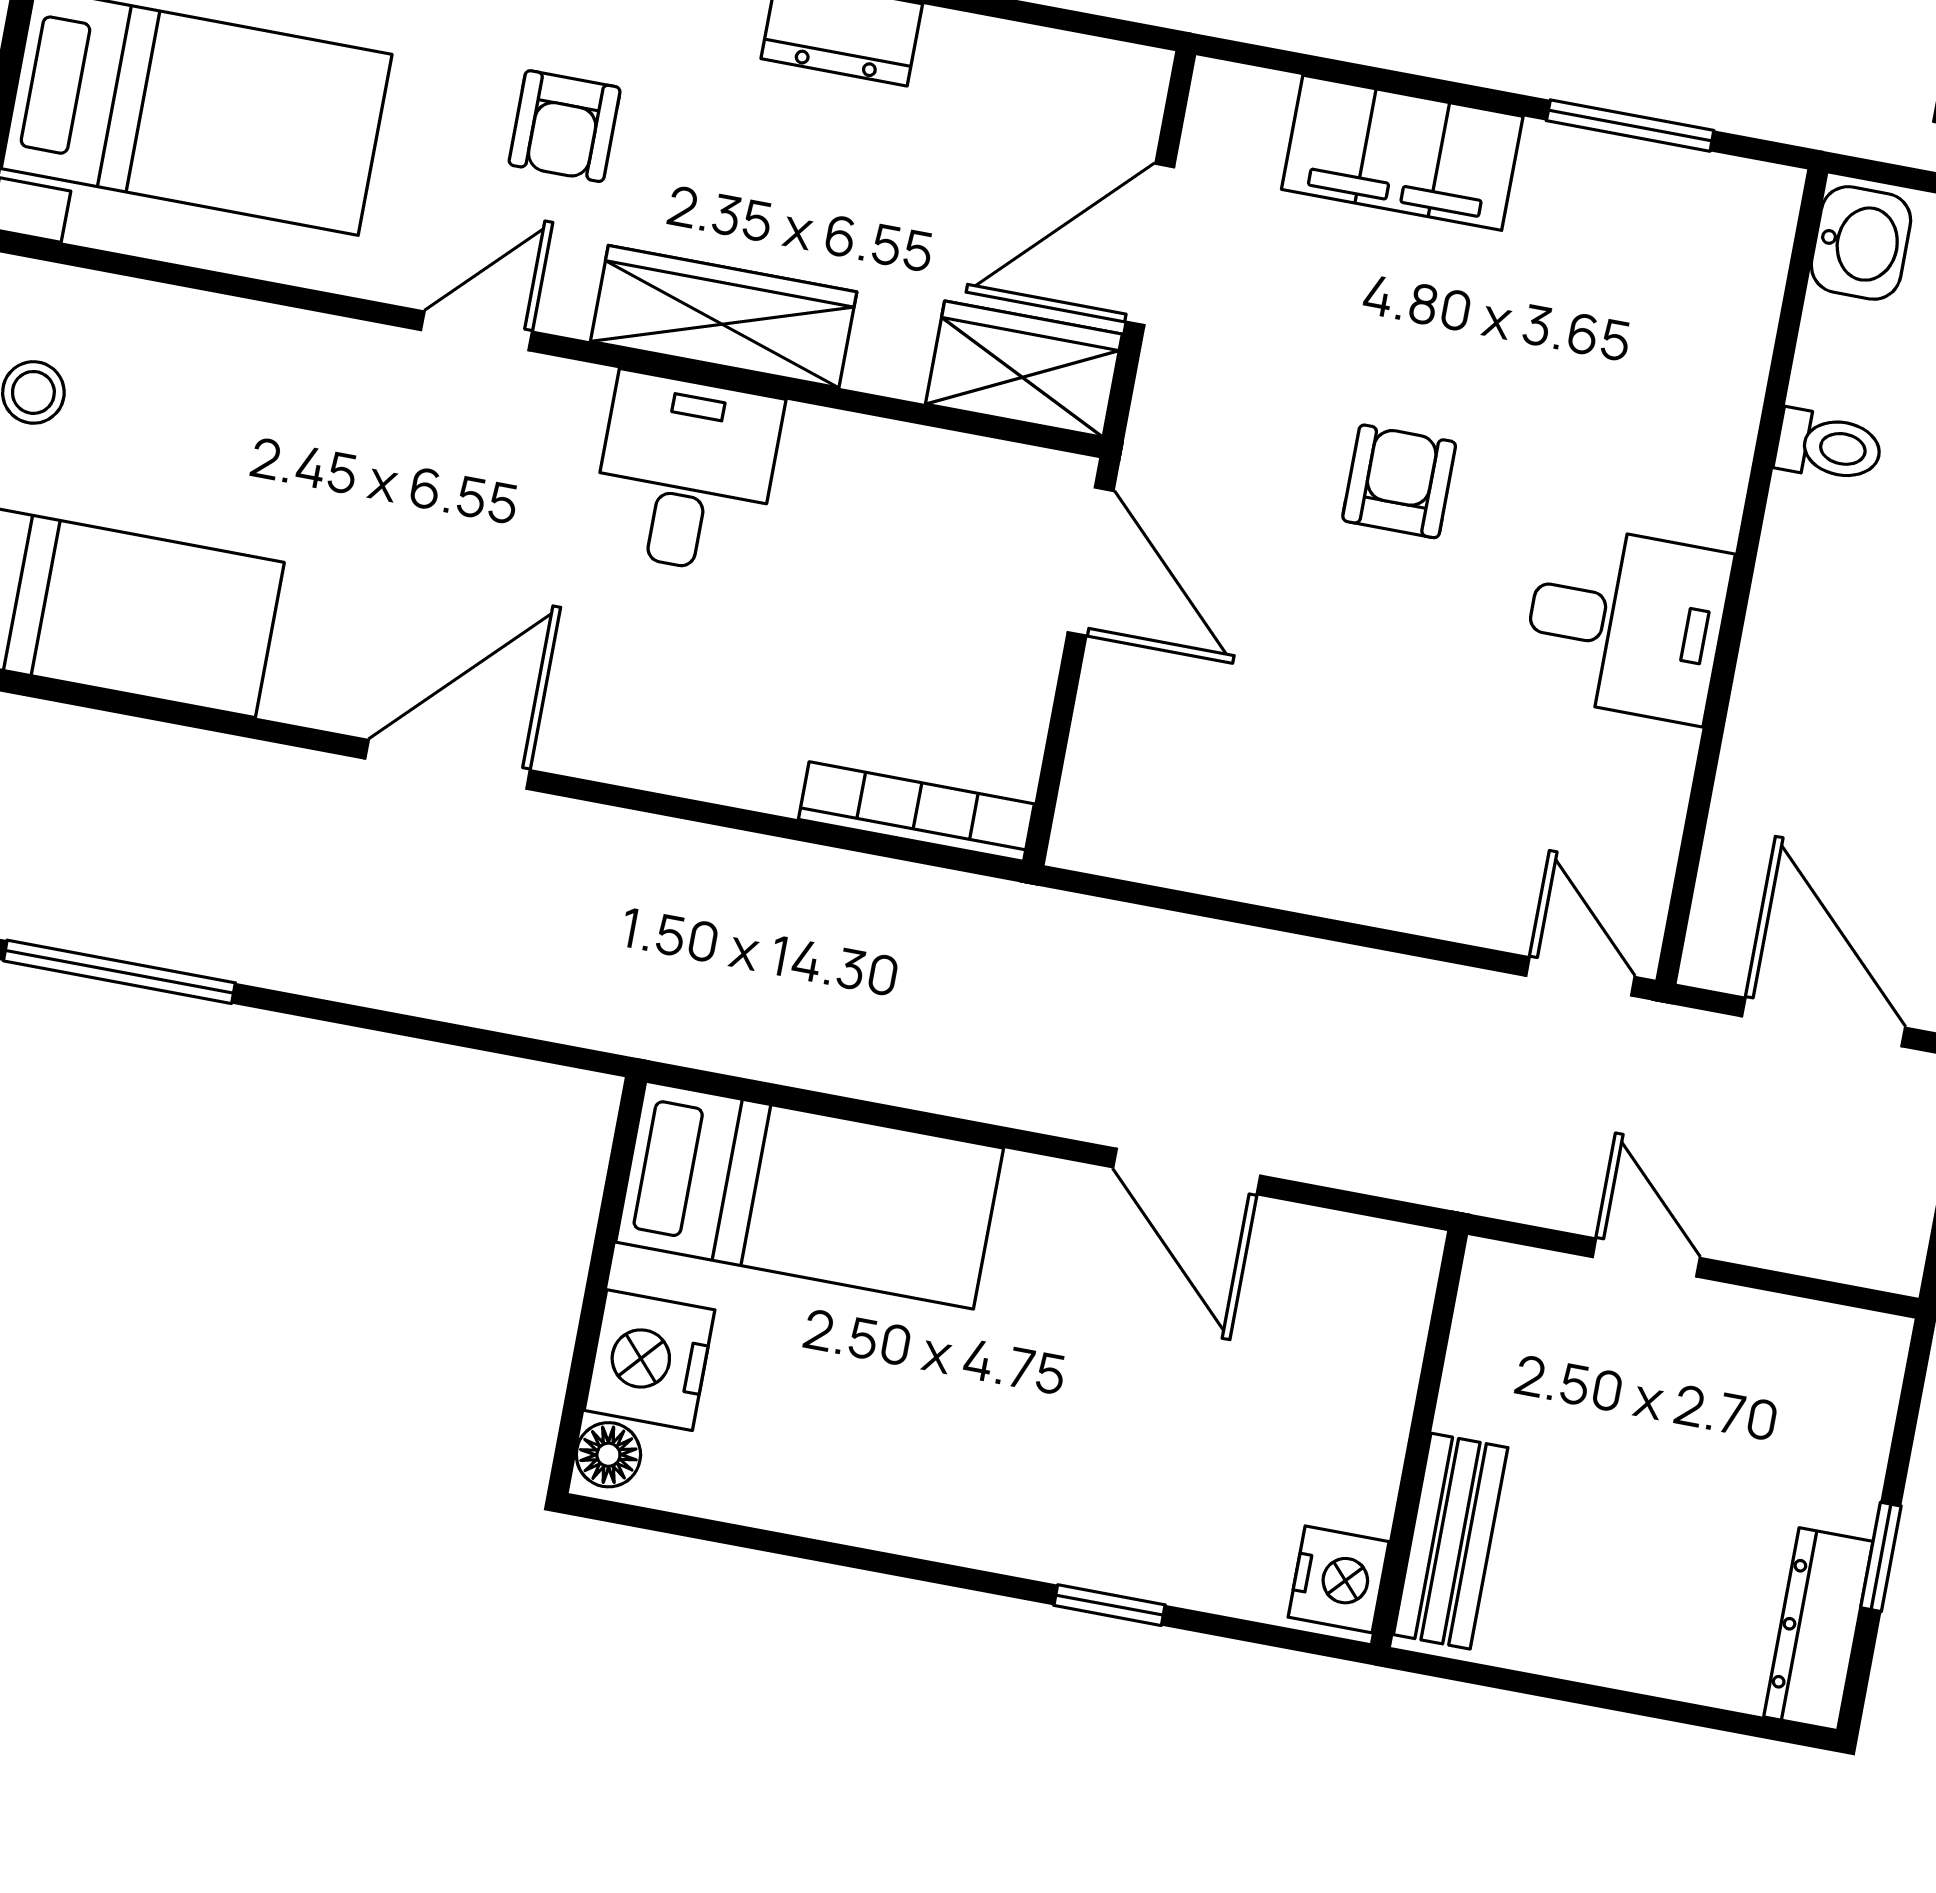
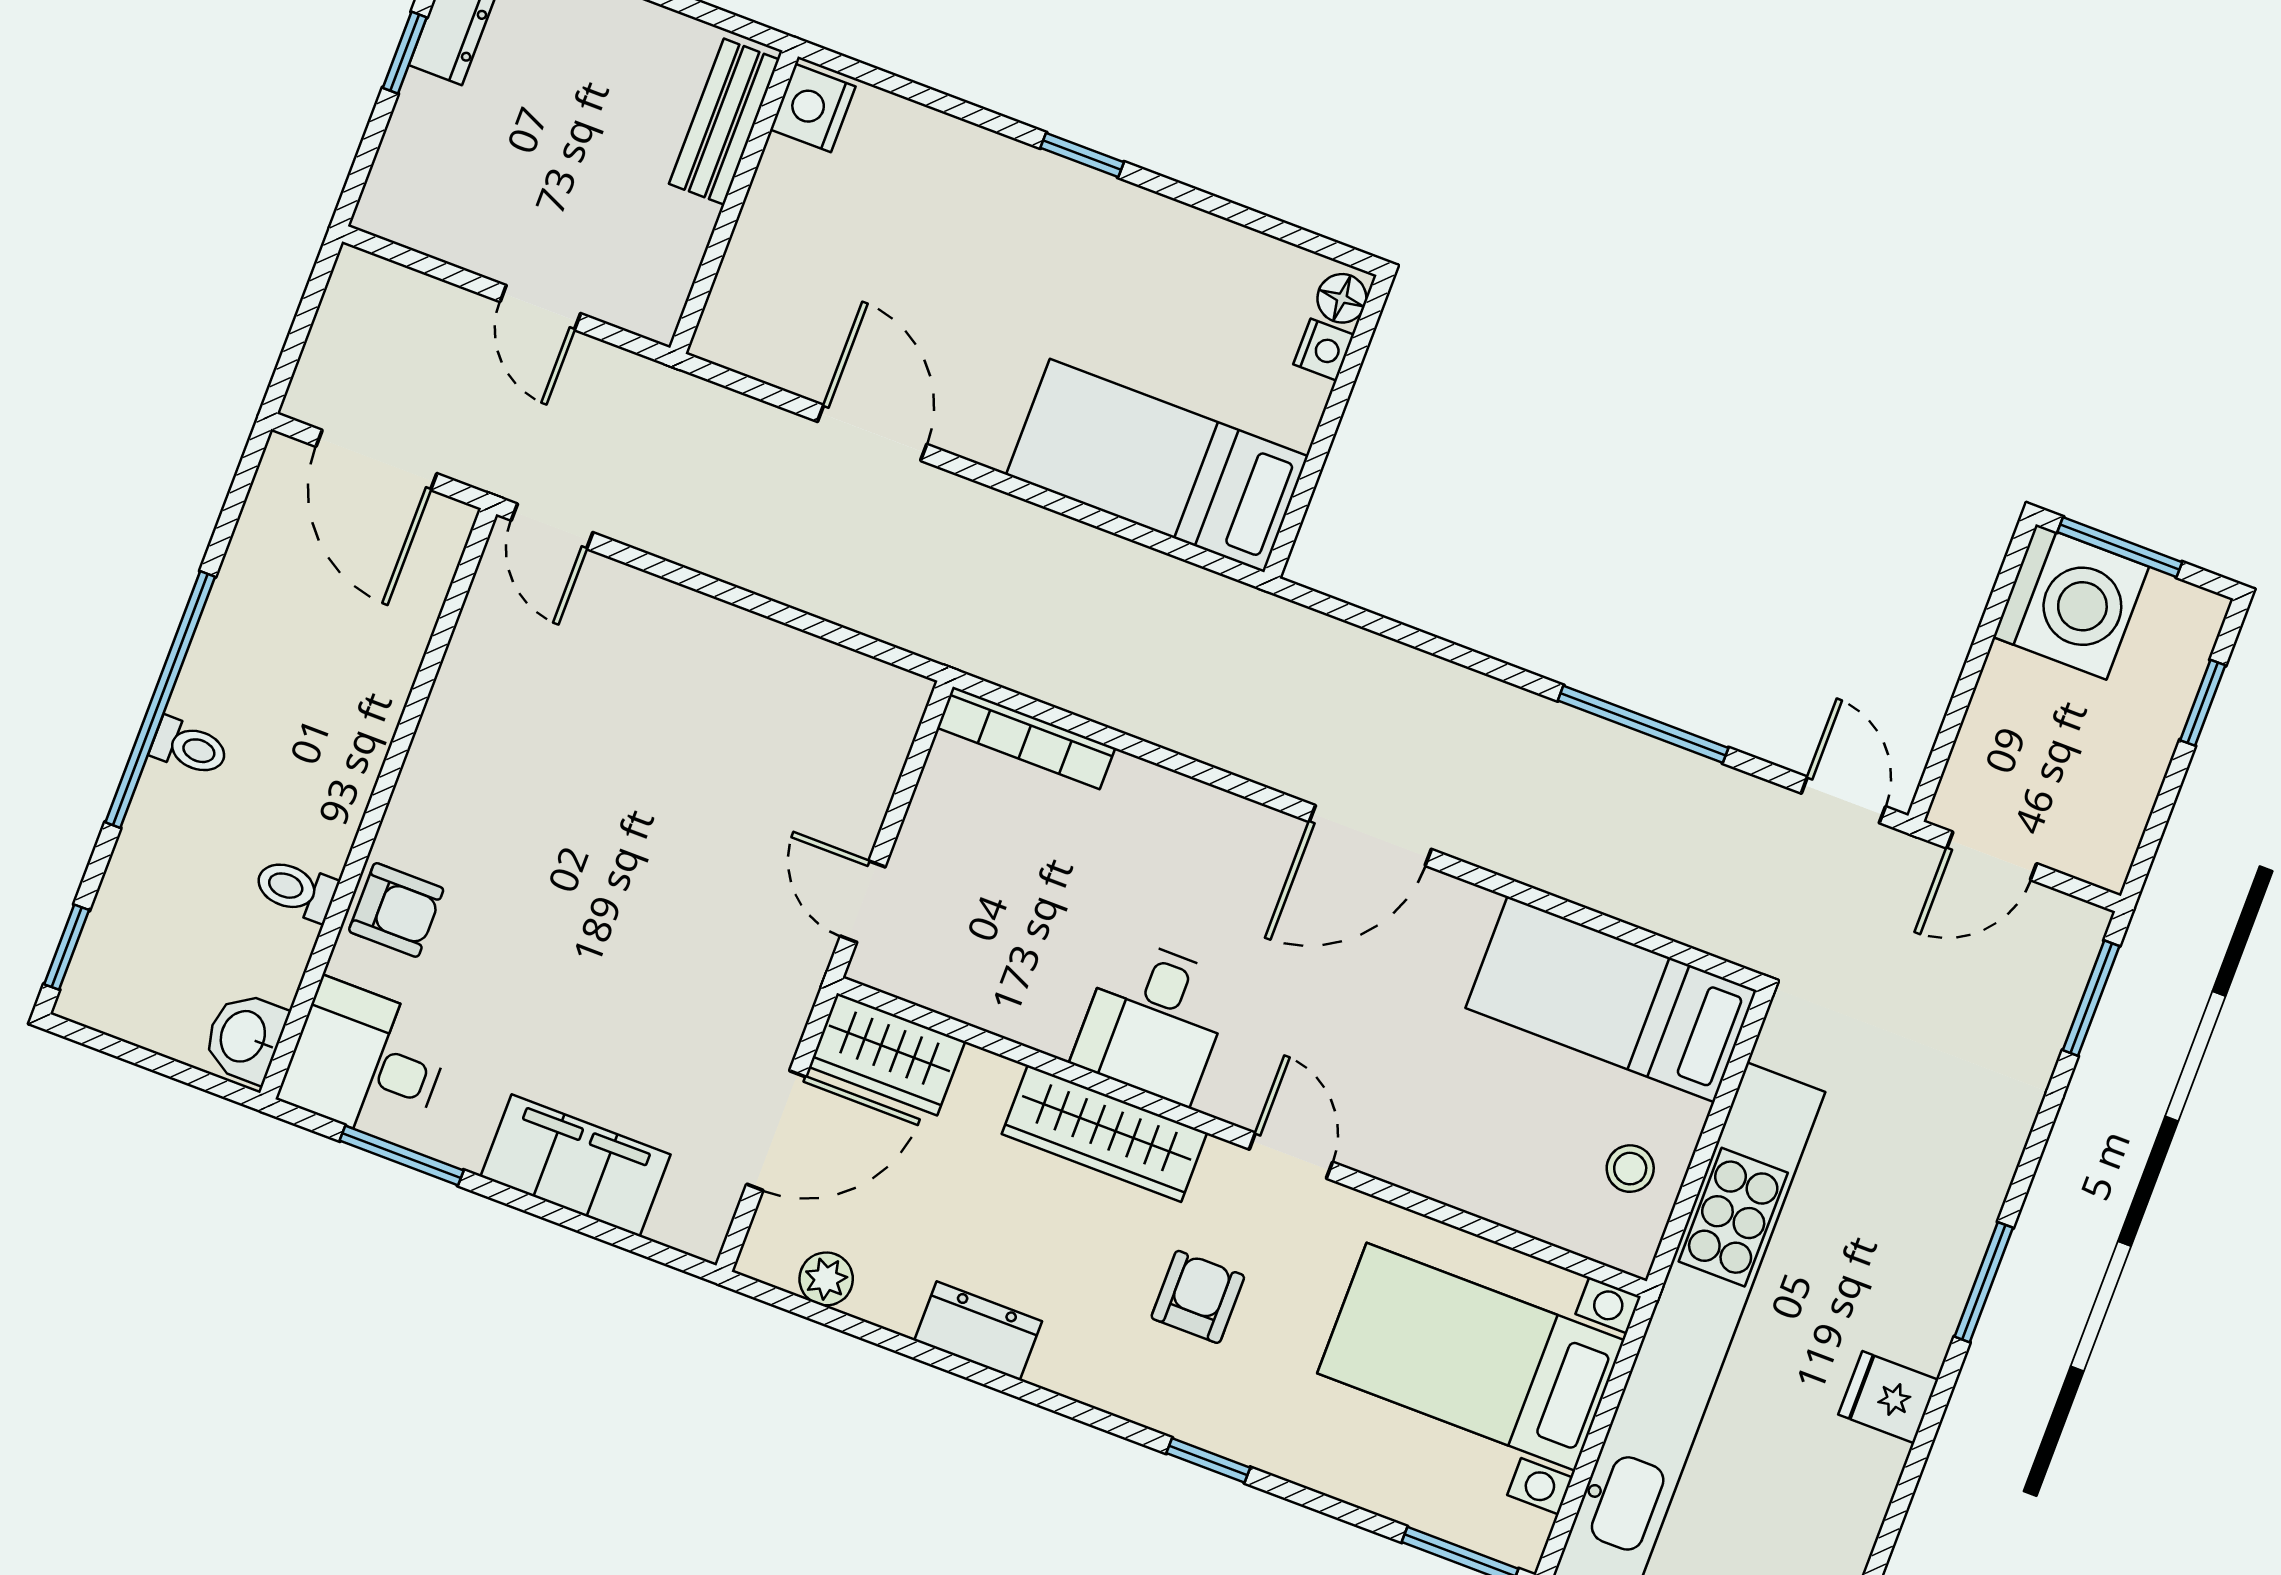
plant: (1051, 64) -> (826, 1279), added
door: (476, 331) -> (1291, 1156), swing flipped
armchair: (1399, 481) -> (396, 910), moved, turned -90
door: (1091, 562) -> (863, 902), width x0.73
desk: (1626, 623) -> (366, 1062), moved
nightstand: (650, 1360) -> (1324, 350), width x0.53, depth x0.56
window: (1110, 1605) -> (1082, 155), moved

